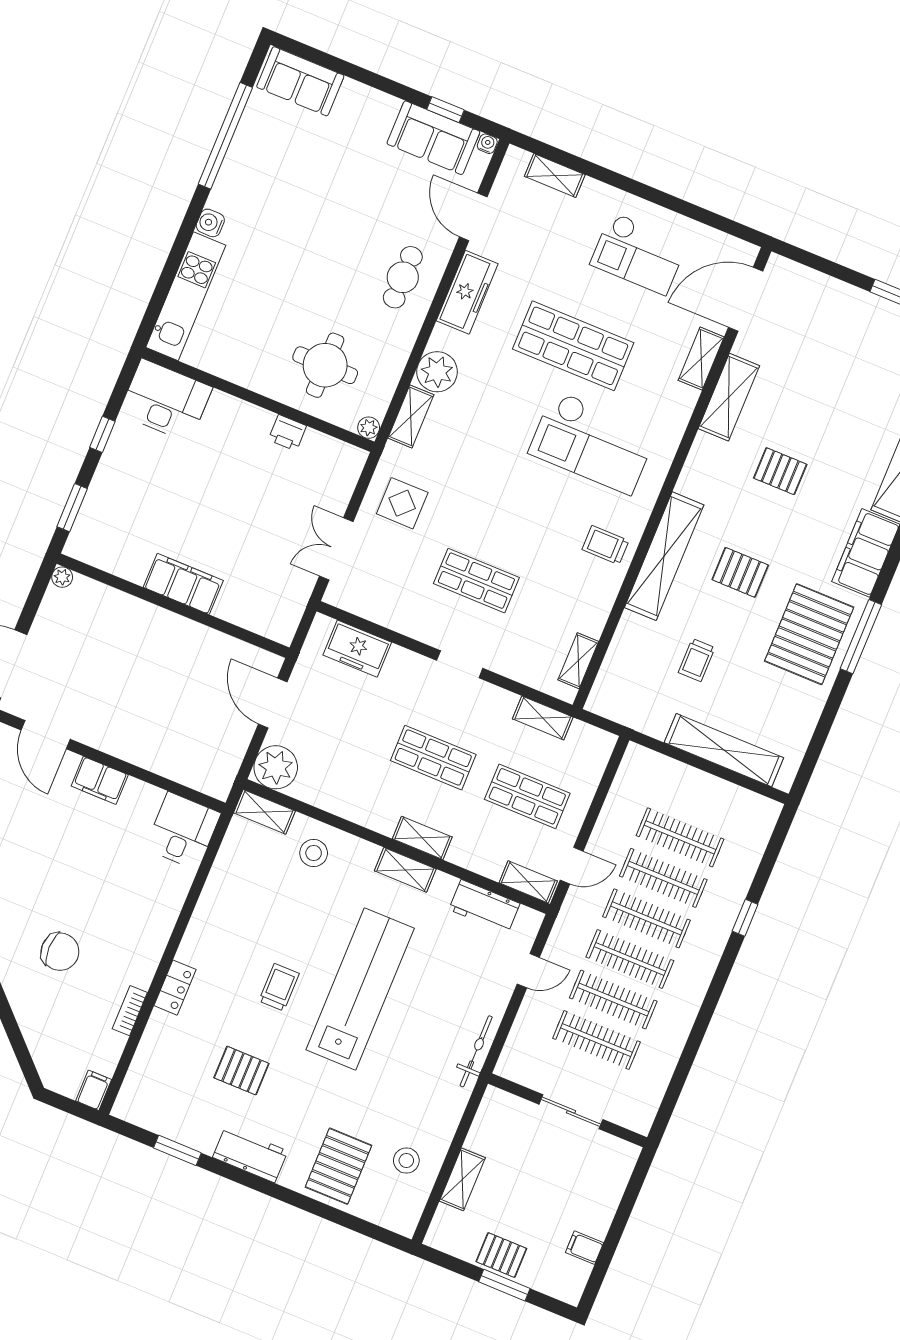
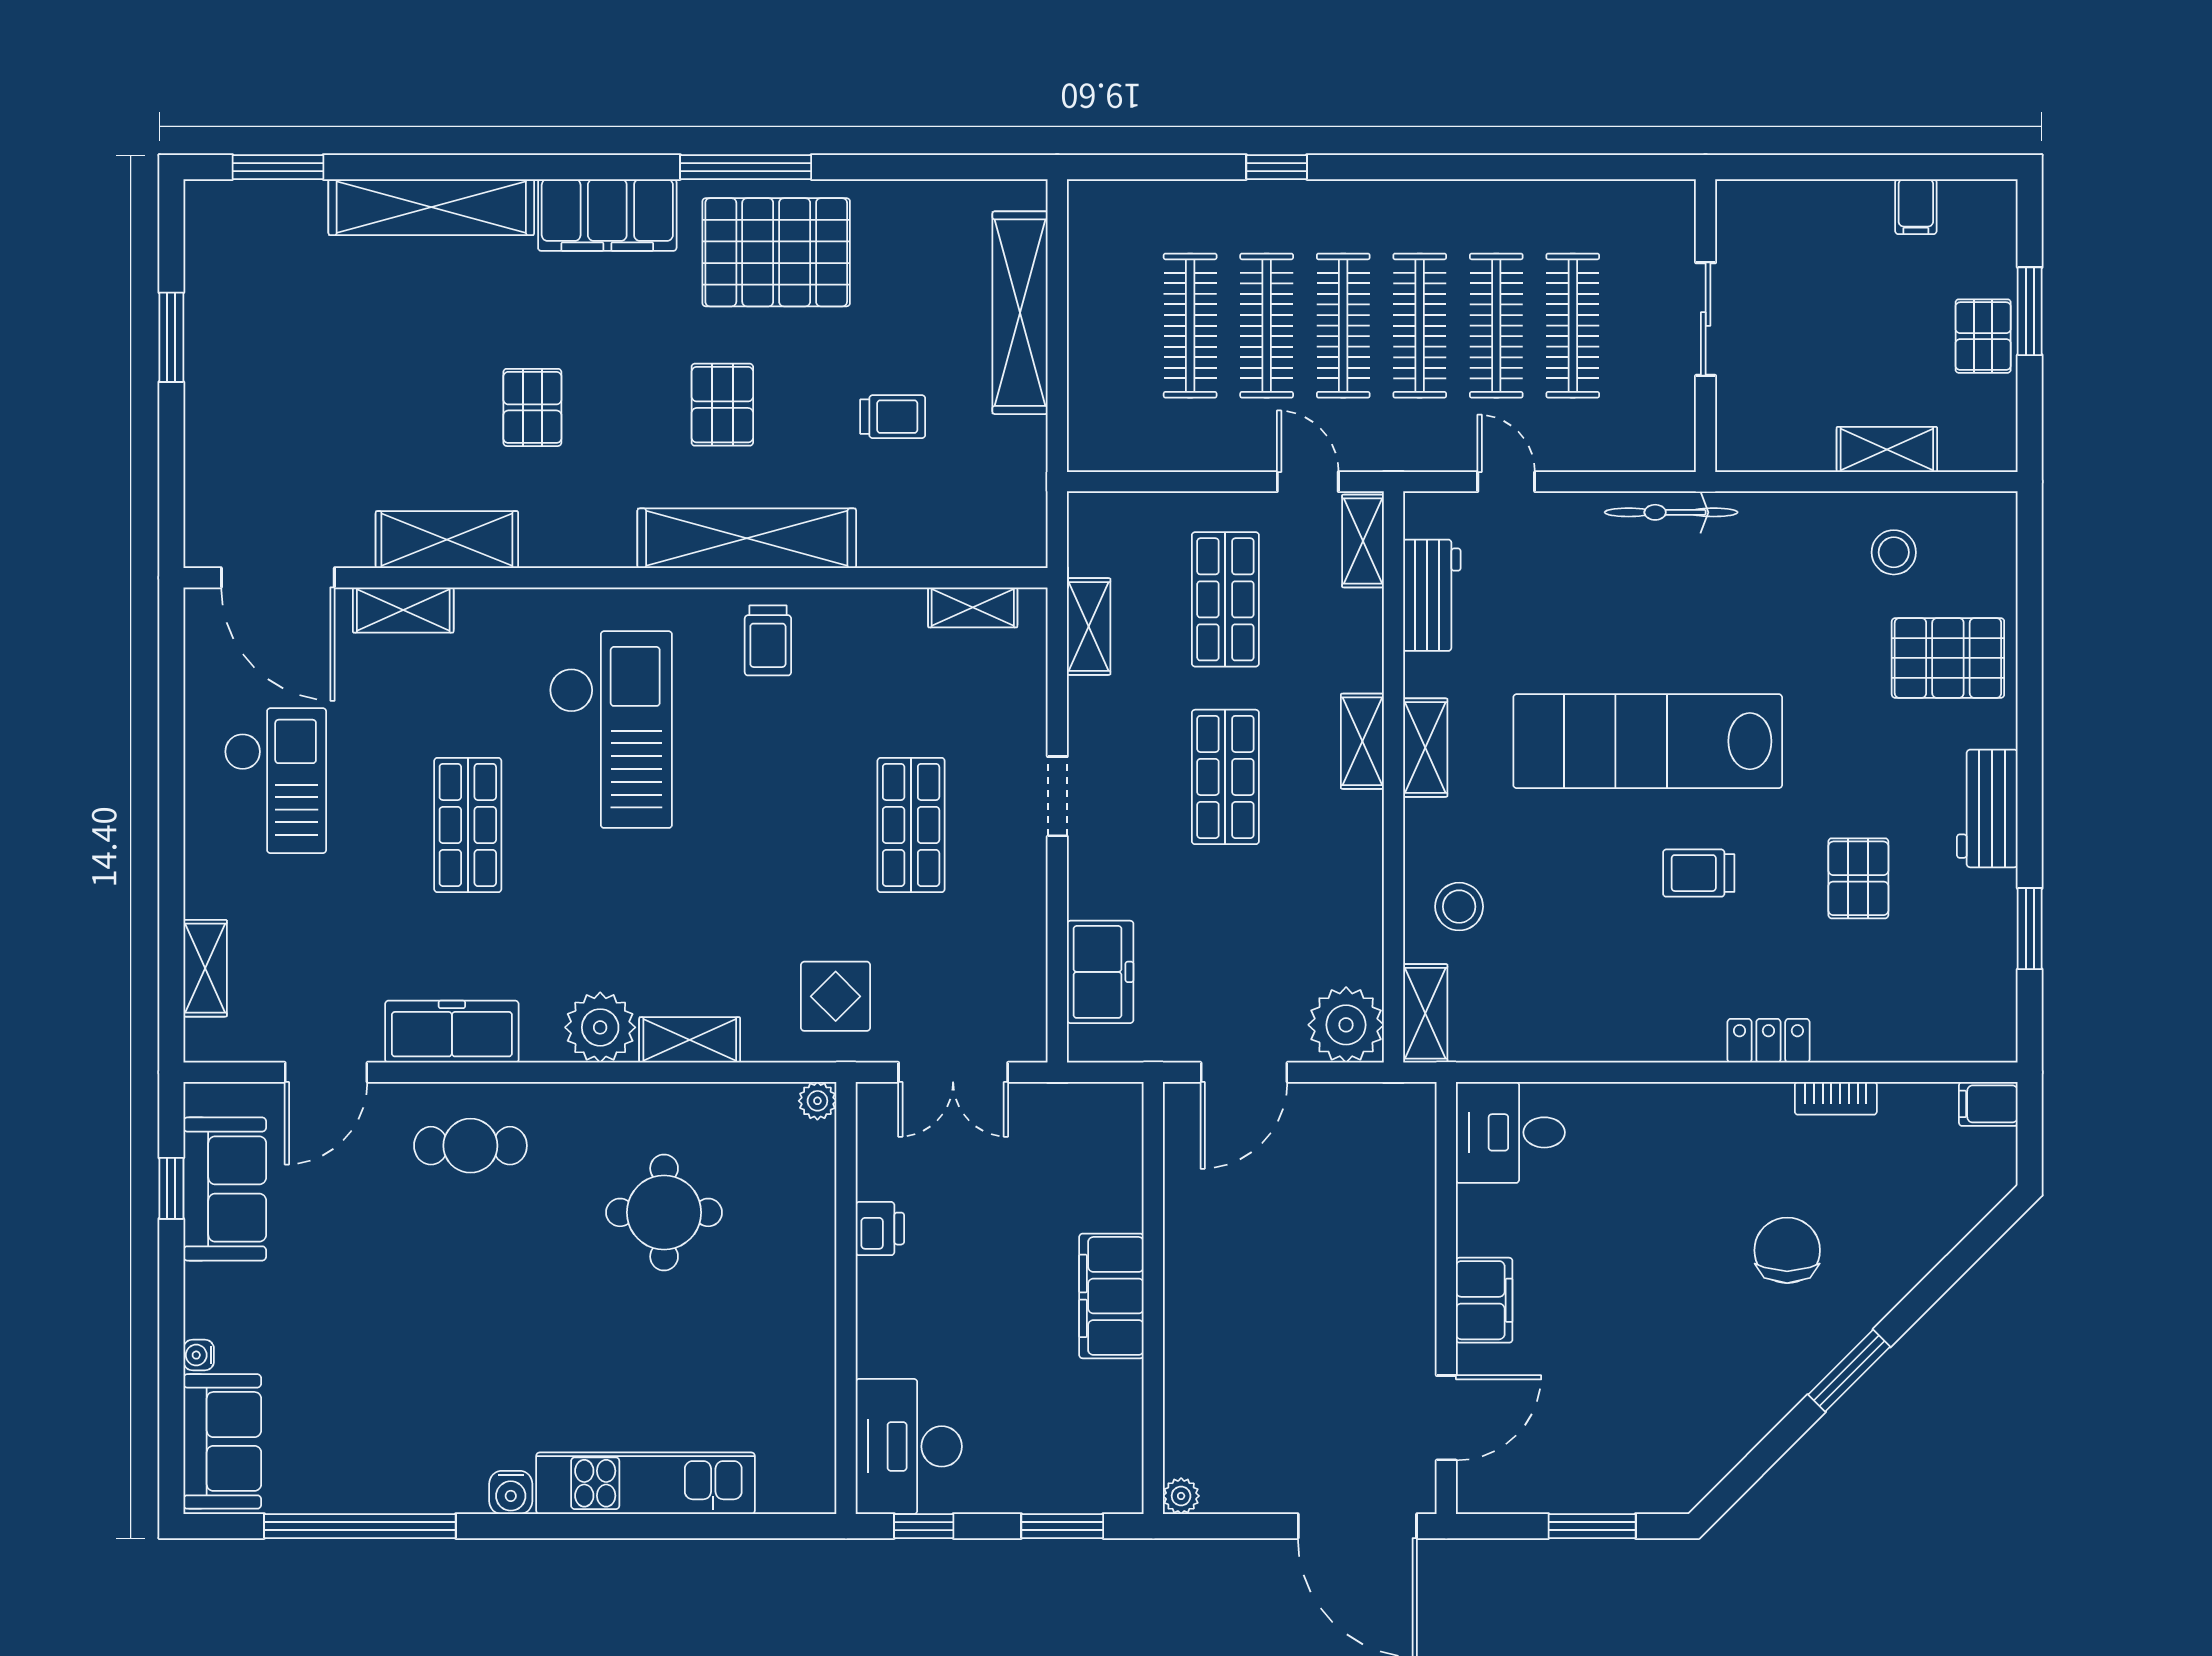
water cooler: (487, 144) -> (199, 1355), moved
shop shelf: (573, 346) -> (468, 825), width x0.70, depth x0.74
desk: (166, 400) -> (909, 1446), moved
wall: (258, 400) -> (846, 1298), moved
plant: (369, 428) -> (817, 1101), moved
printer: (287, 433) -> (880, 1229), moved

